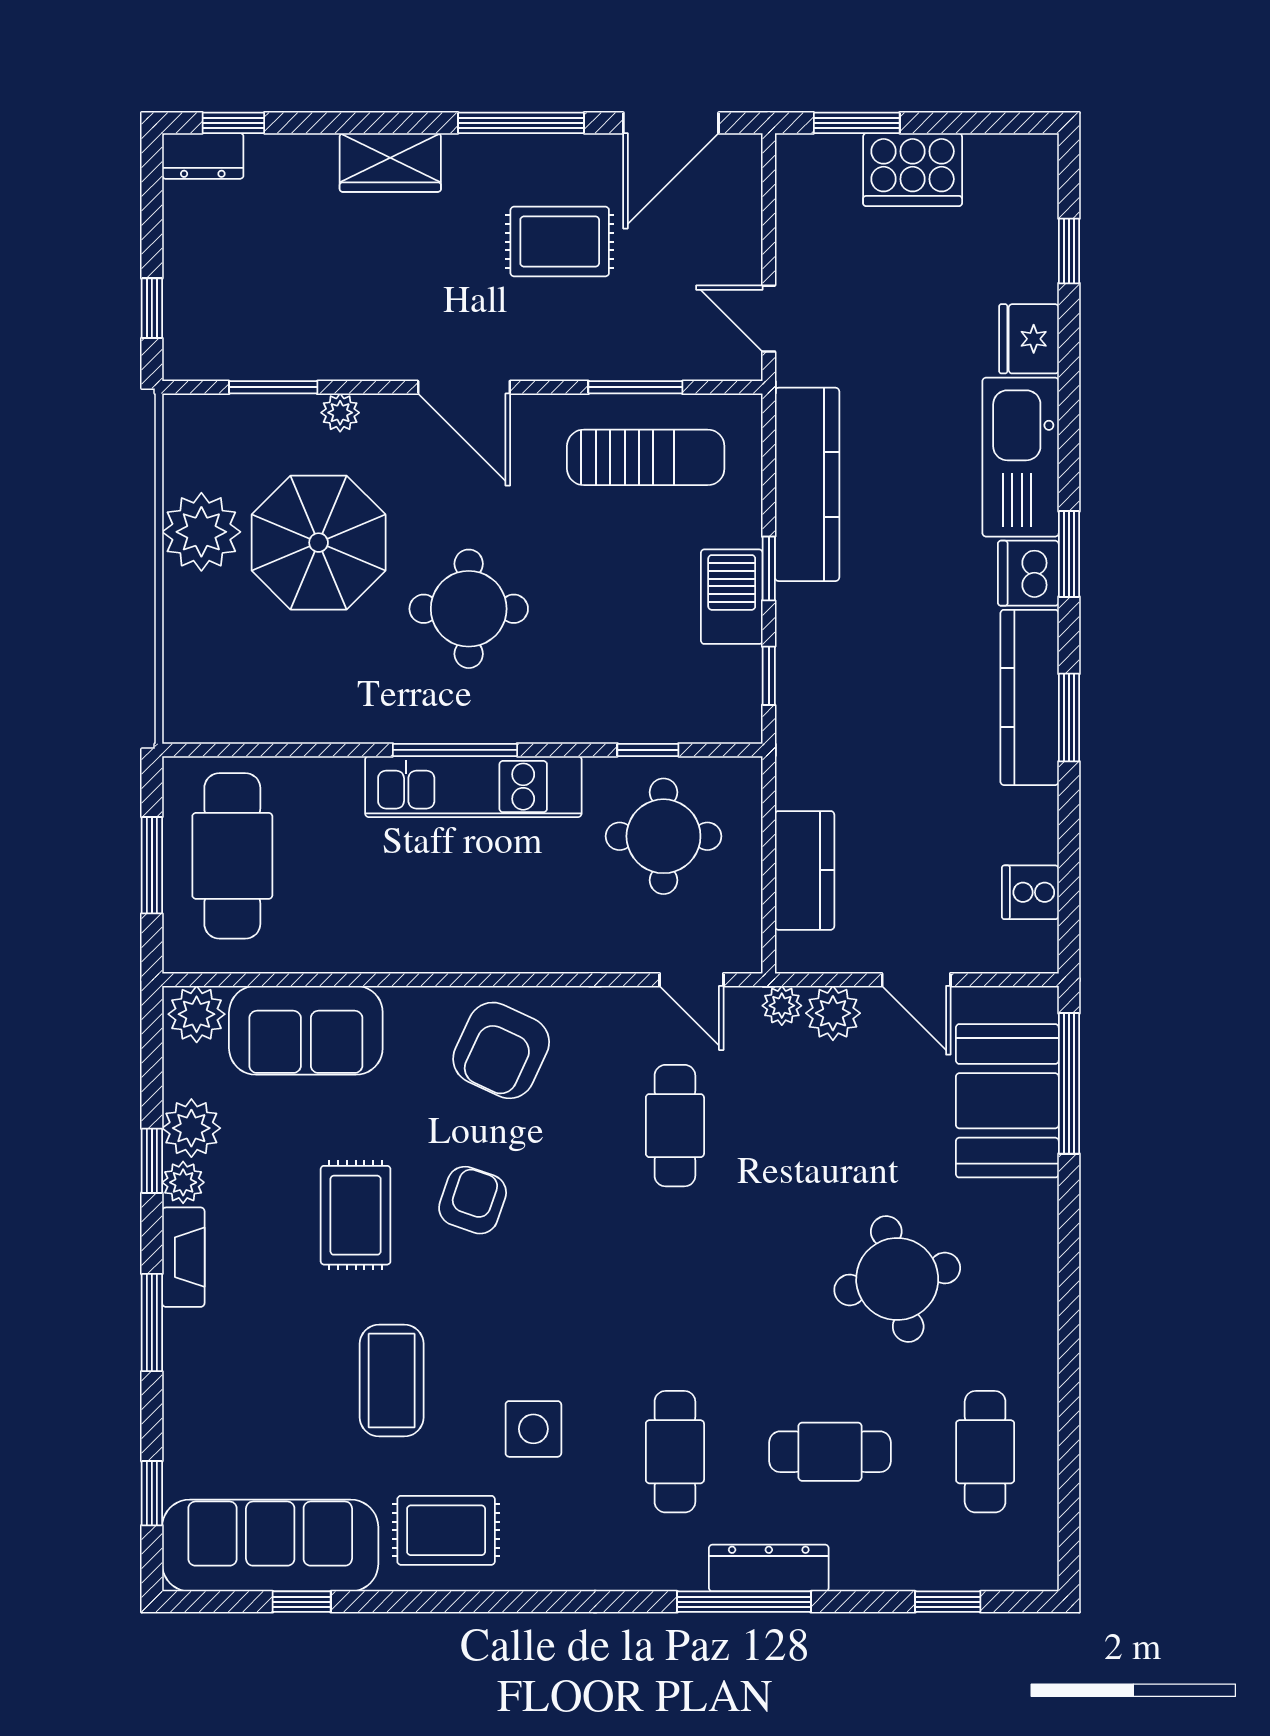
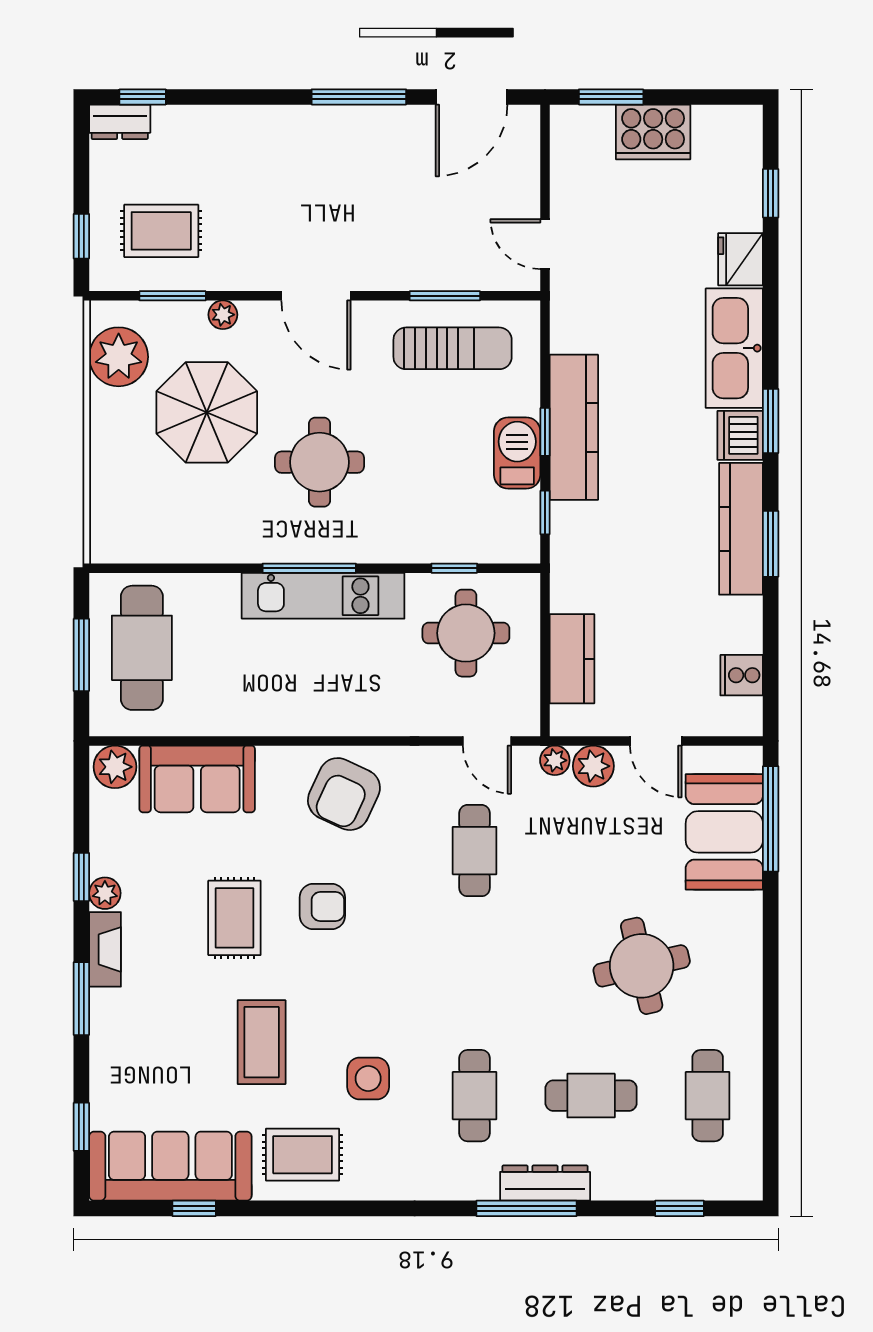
wardrobe: (390, 162) -> (261, 127), removed
rug: (560, 242) -> (161, 231), moved
kitchen counter: (807, 484) -> (574, 427), moved
plant: (201, 532) -> (119, 357), moved
plant: (191, 1128) -> (111, 852), removed
armchair: (473, 1200) -> (322, 907), turned 71

